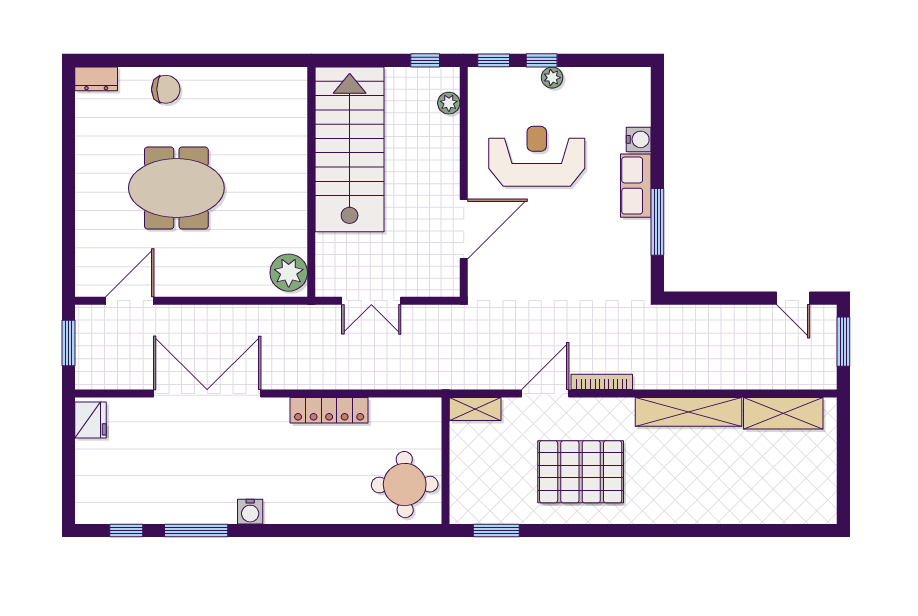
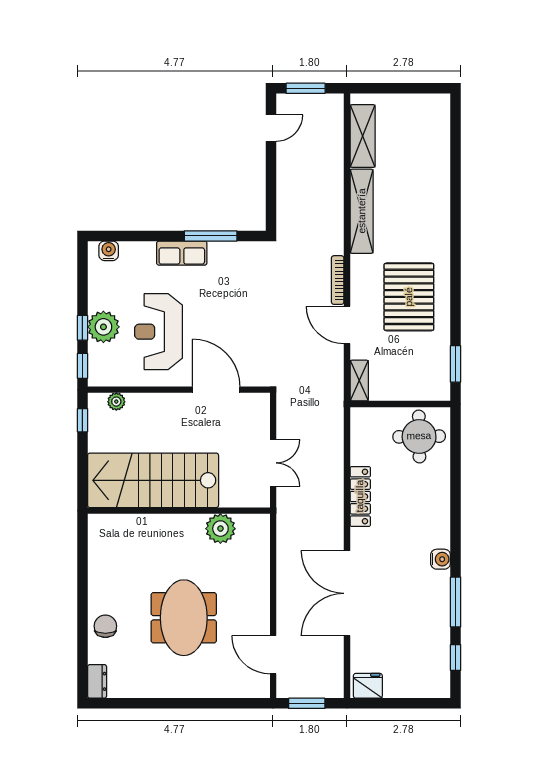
plant: (552, 78) -> (103, 327), width x1.88, depth x1.88
water cooler: (639, 139) -> (109, 251), moved
plant: (289, 273) -> (220, 529), moved

